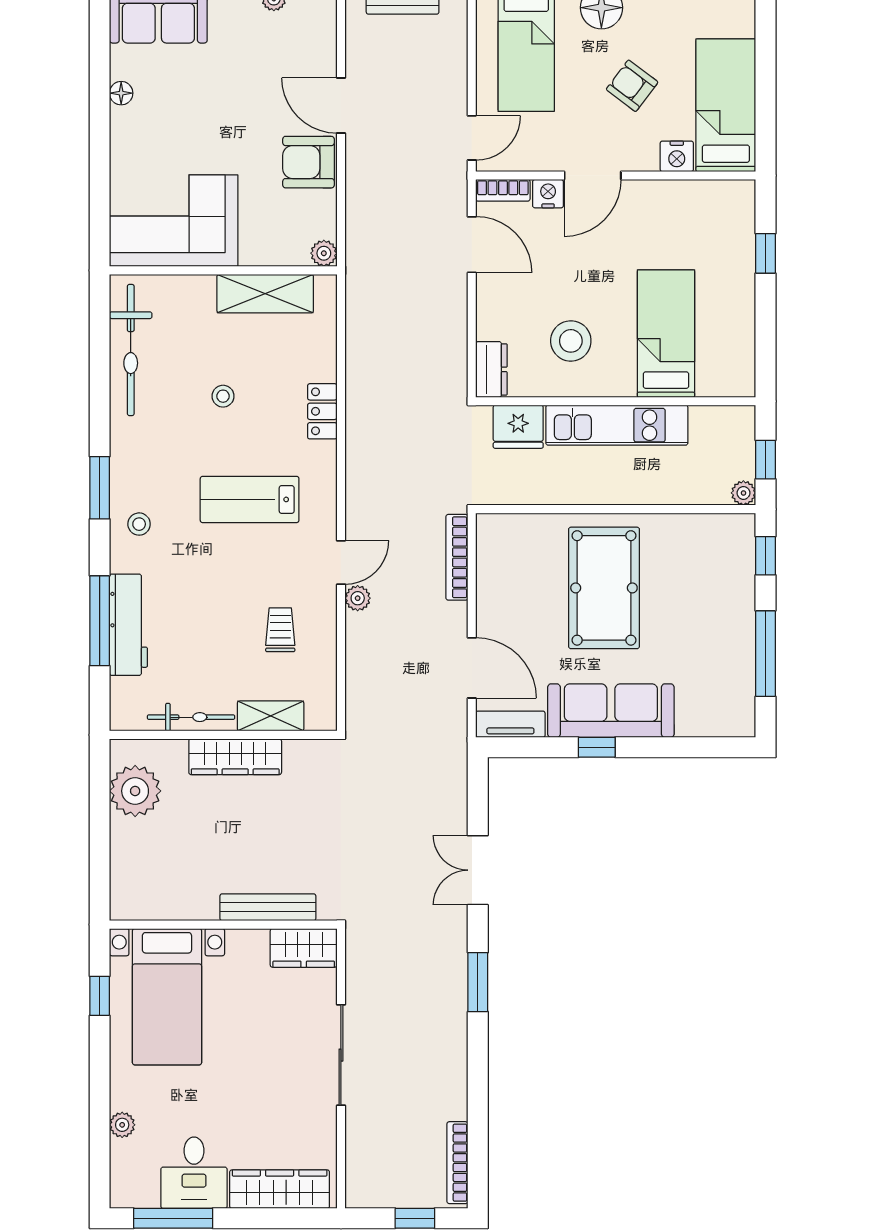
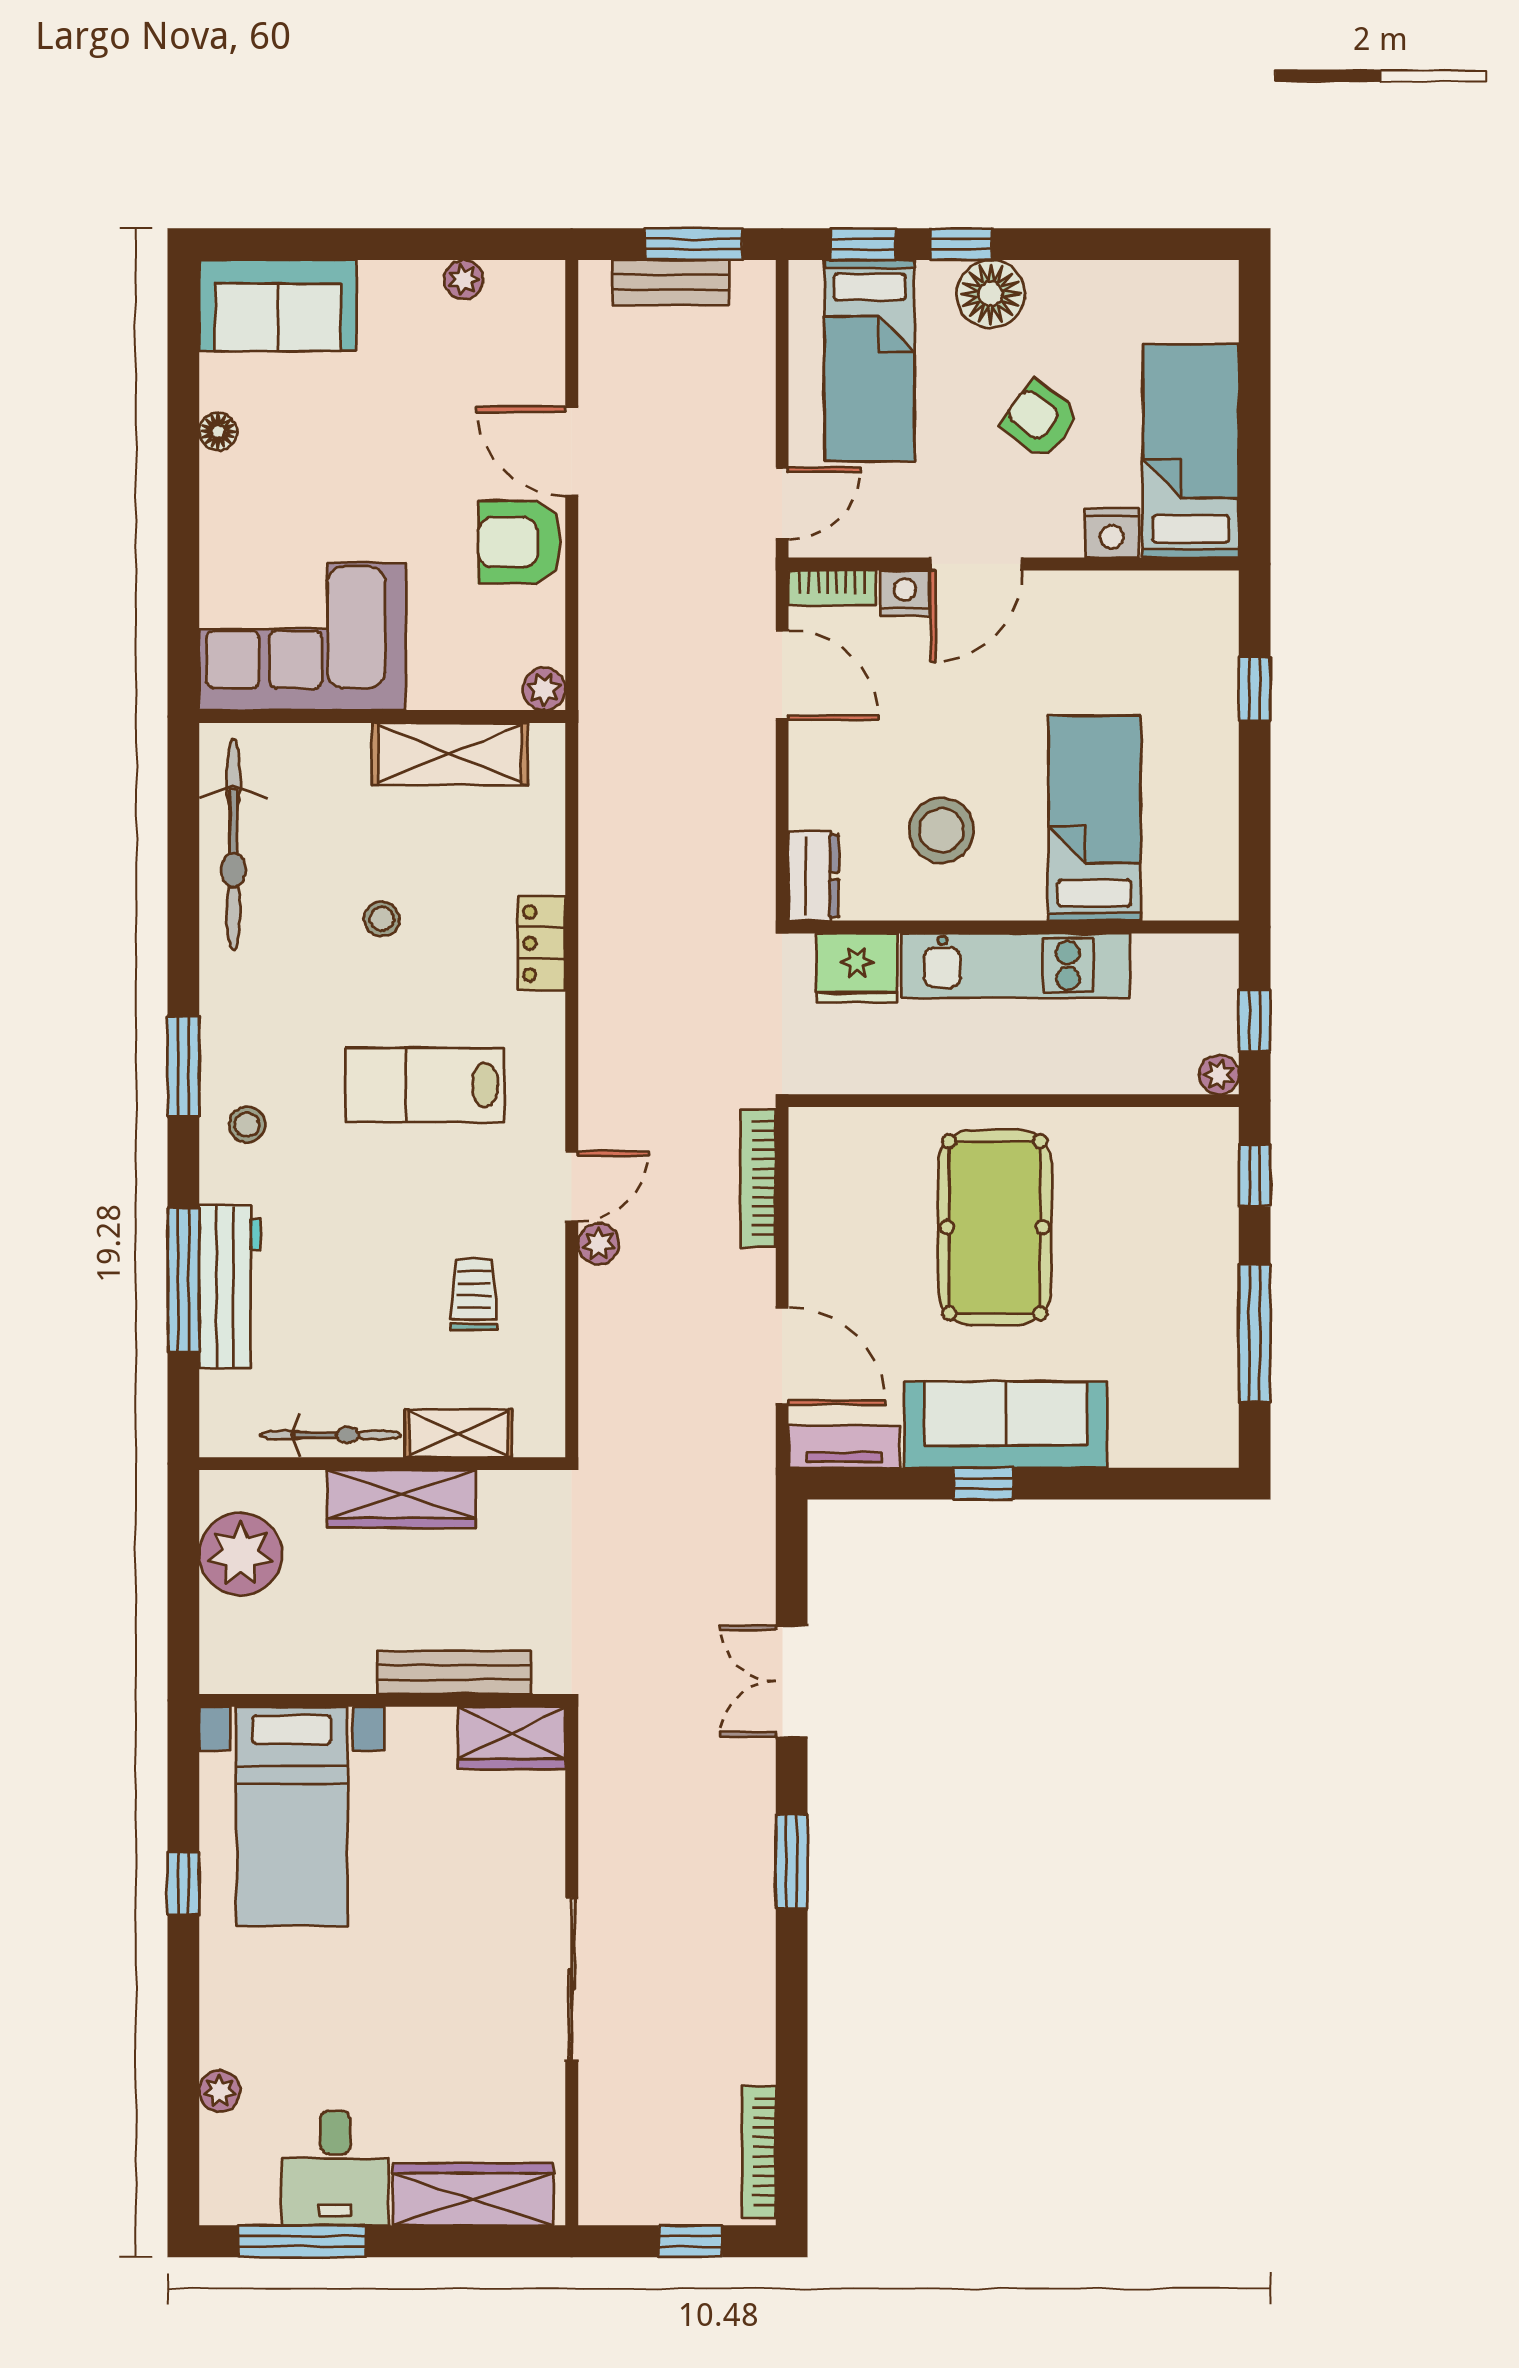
bench: (268, 907) -> (454, 1673), moved
wall: (223, 925) -> (382, 1700), moved
wardrobe: (304, 948) -> (512, 1738), moved
bed with nightstands: (167, 997) -> (292, 1816), moved

